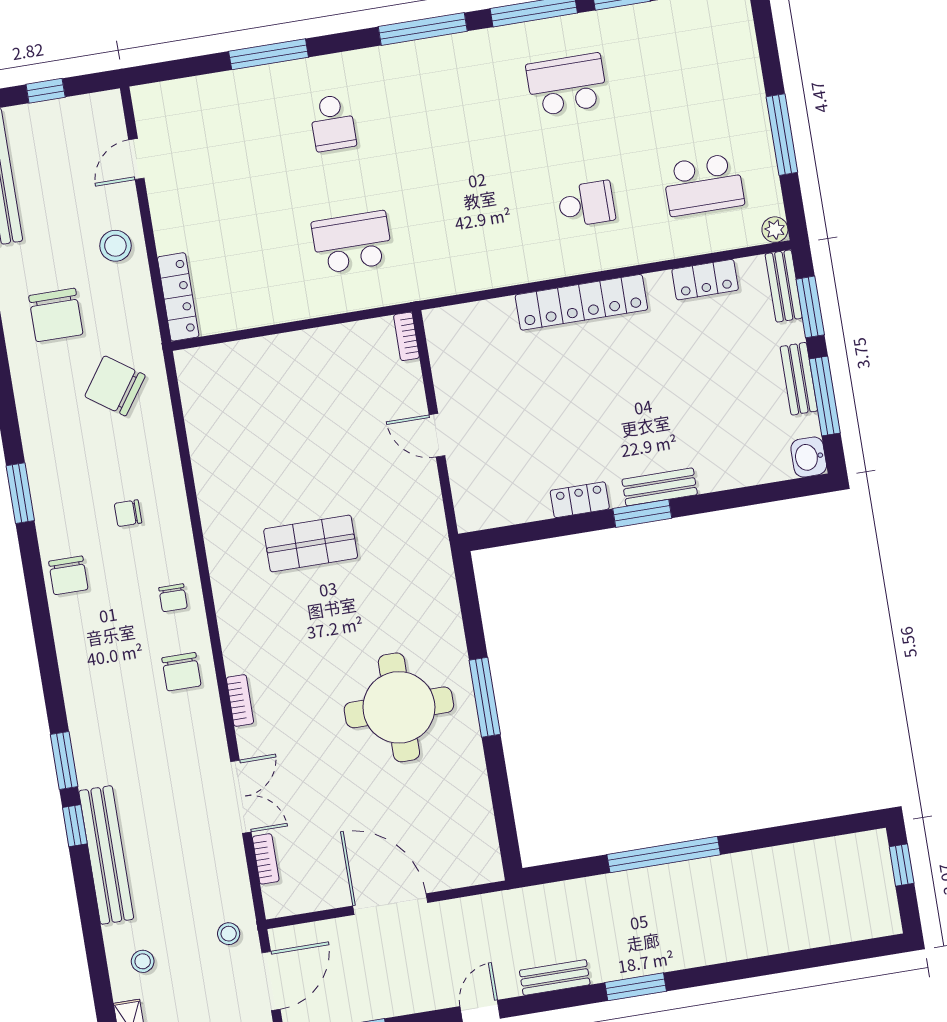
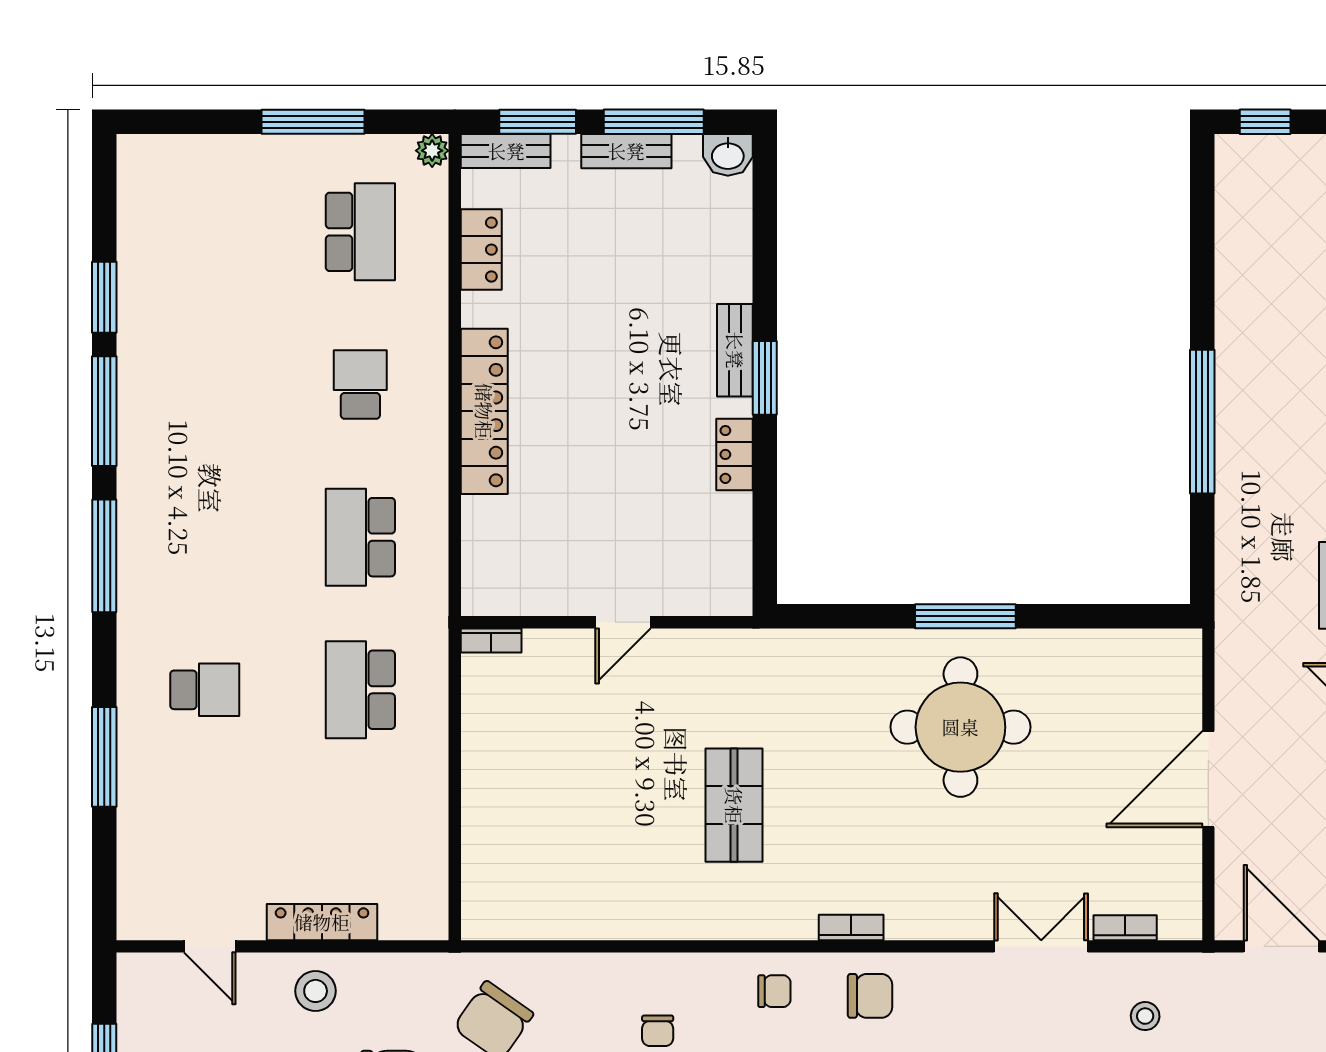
school desk: (567, 85) -> (360, 537), moved
locker: (178, 297) -> (322, 922), moved
bookcase: (240, 700) -> (851, 927), moved
stool: (229, 934) -> (1145, 1016), moved

